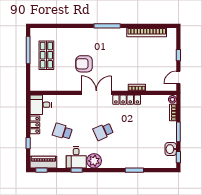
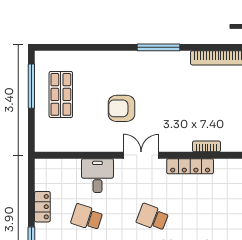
double door: (96, 93) -> (141, 155), width x0.73
desk: (41, 105) -> (97, 176), moved, turned 90
school desk: (103, 131) -> (152, 217), turned 45

